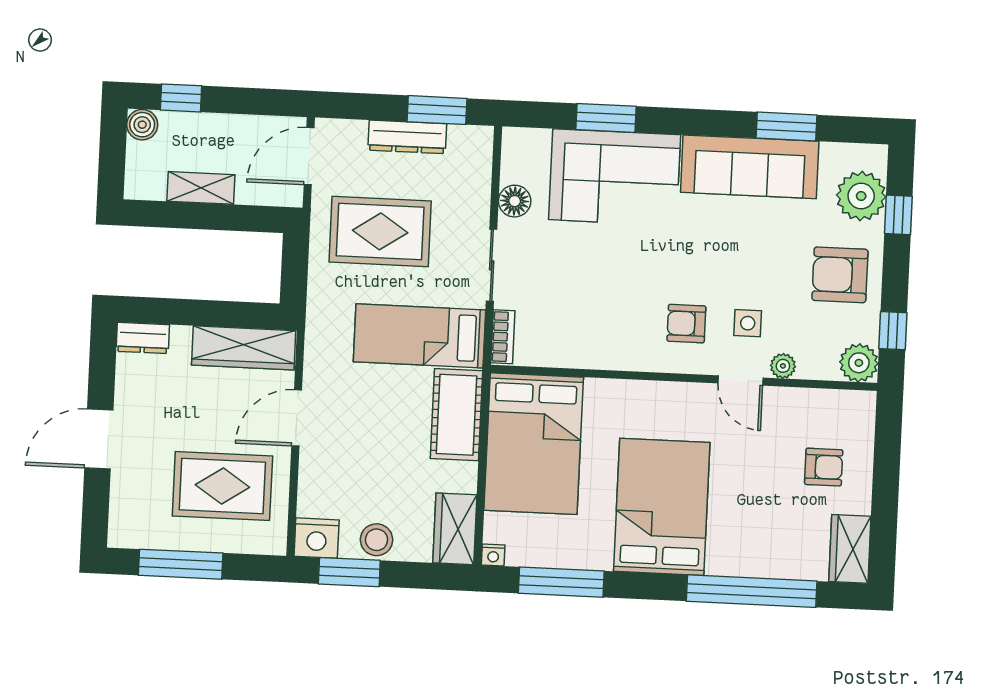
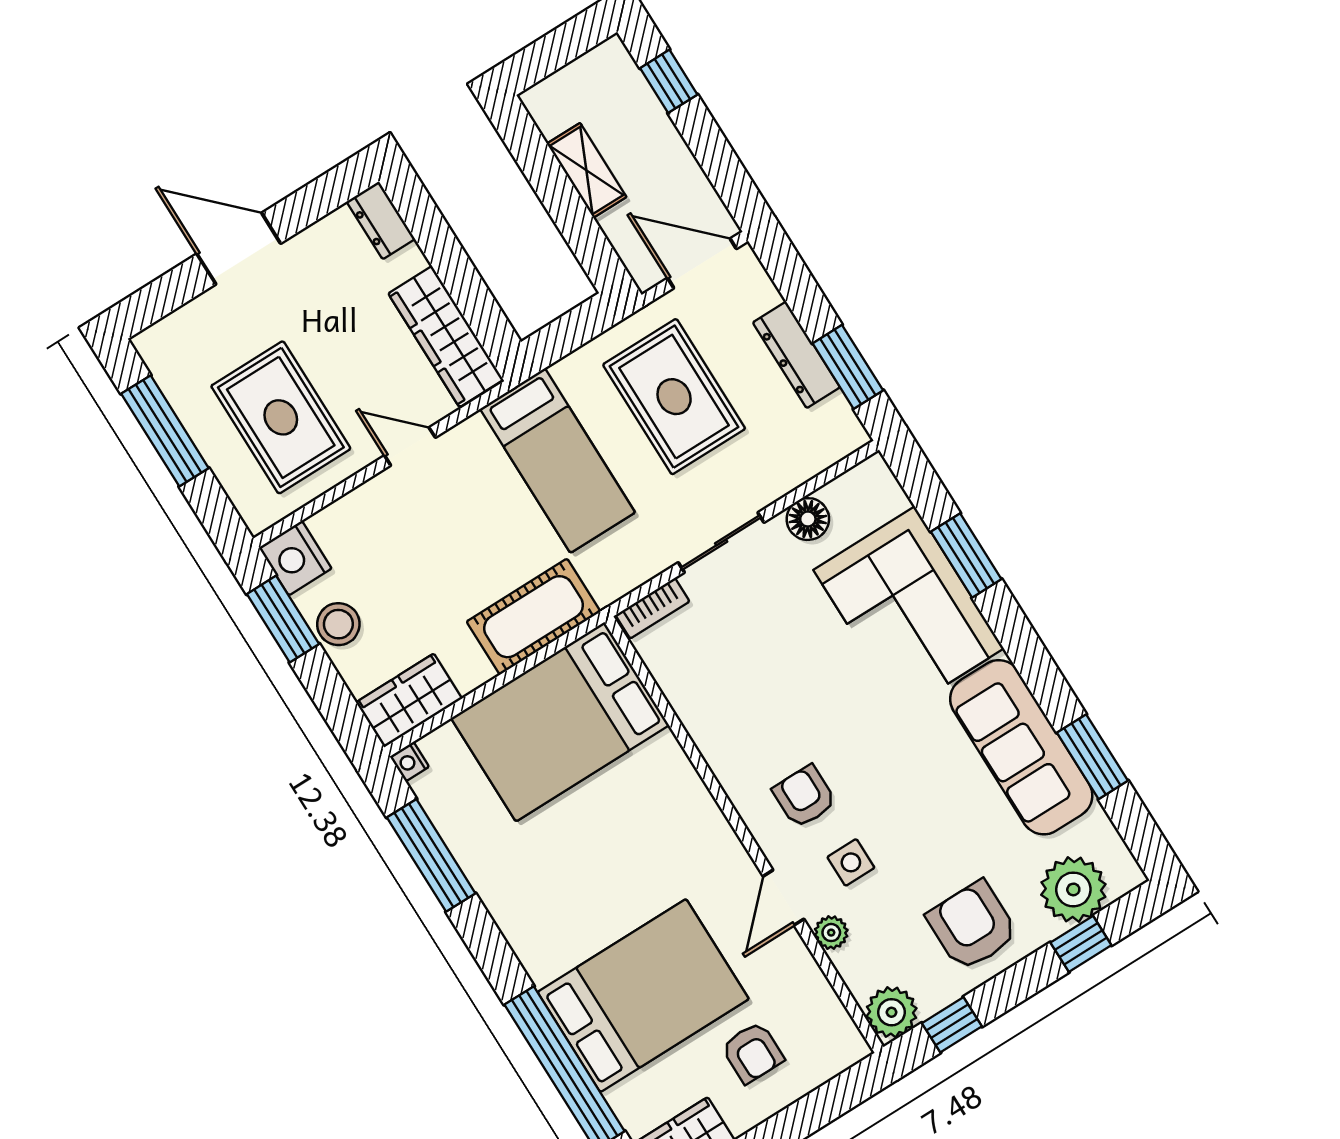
boiler: (142, 125) -> (611, 60), removed
bed: (419, 336) -> (558, 461), moved, turned 180
door: (297, 418) -> (410, 447), width x0.73
bed: (662, 507) -> (643, 996), moved

